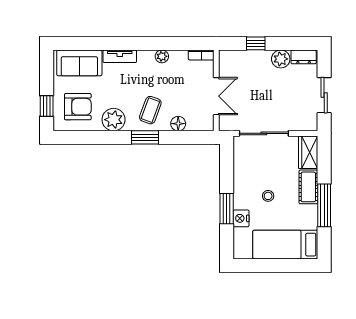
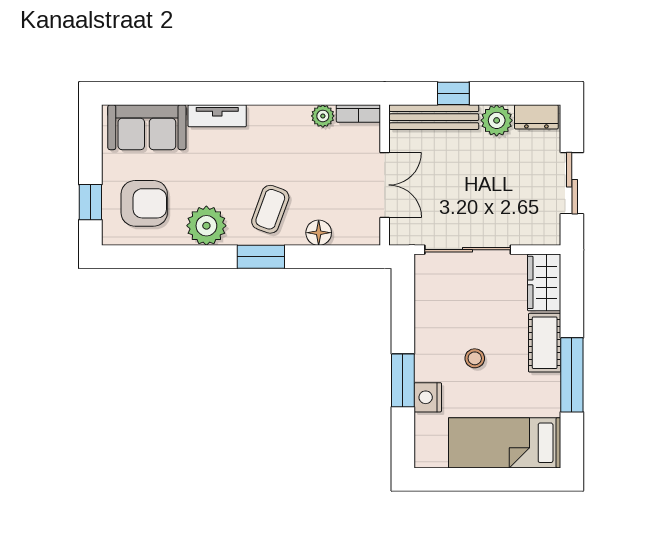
plant: (162, 56) -> (323, 116), moved
bench: (245, 57) -> (434, 117), added

